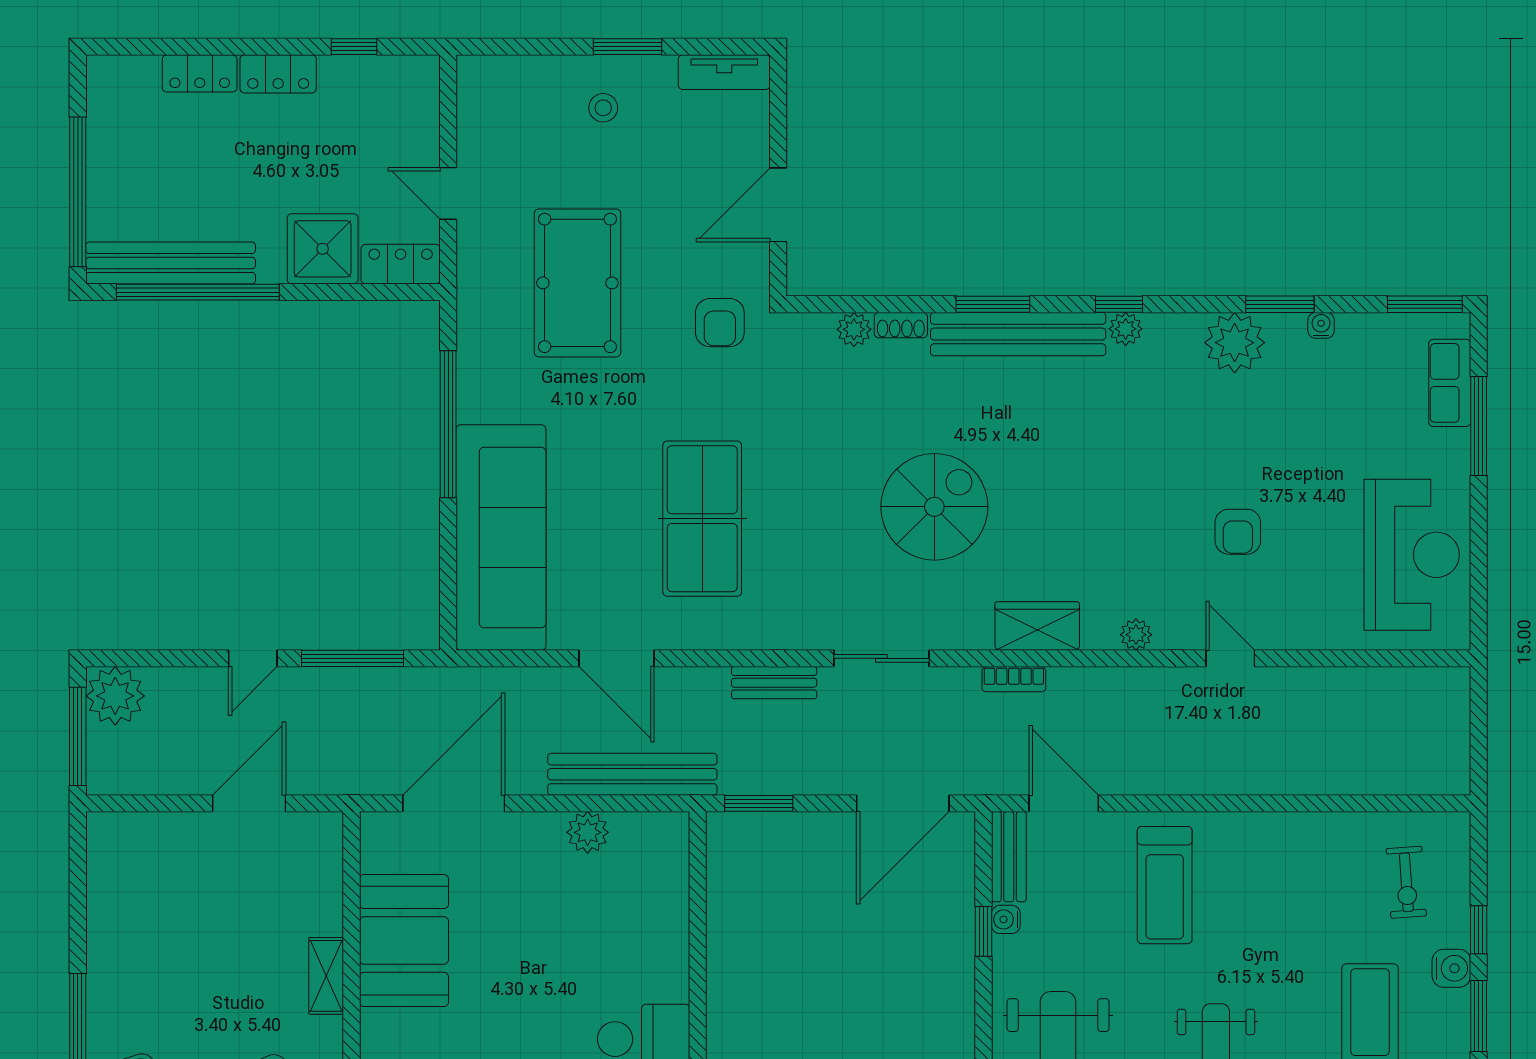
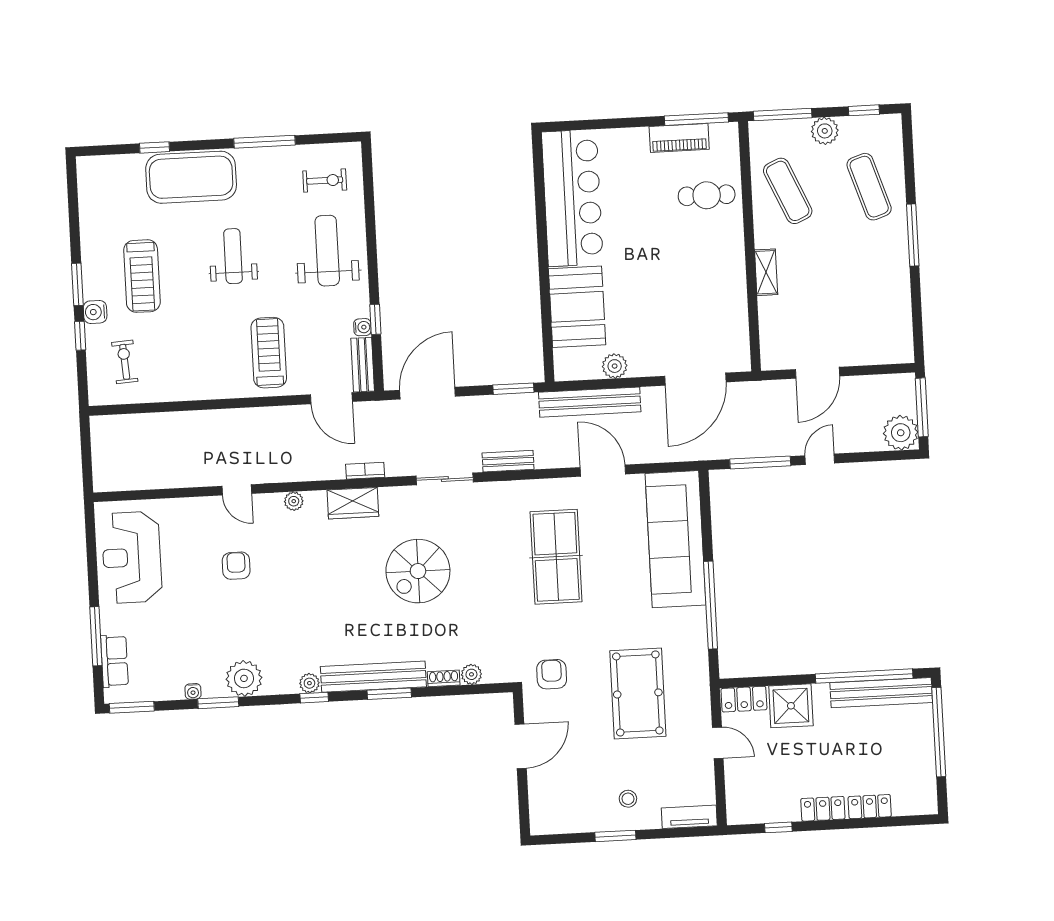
tv unit: (724, 72) -> (689, 817), moved
booth: (404, 940) -> (577, 307), moved

